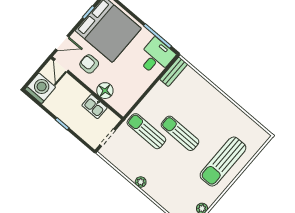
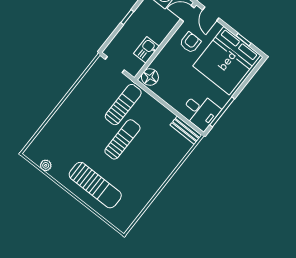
floor lamp: (105, 91) -> (150, 77), moved
sun lounger: (223, 161) -> (95, 185), turned 180
plant: (141, 182) -> (70, 101), removed

